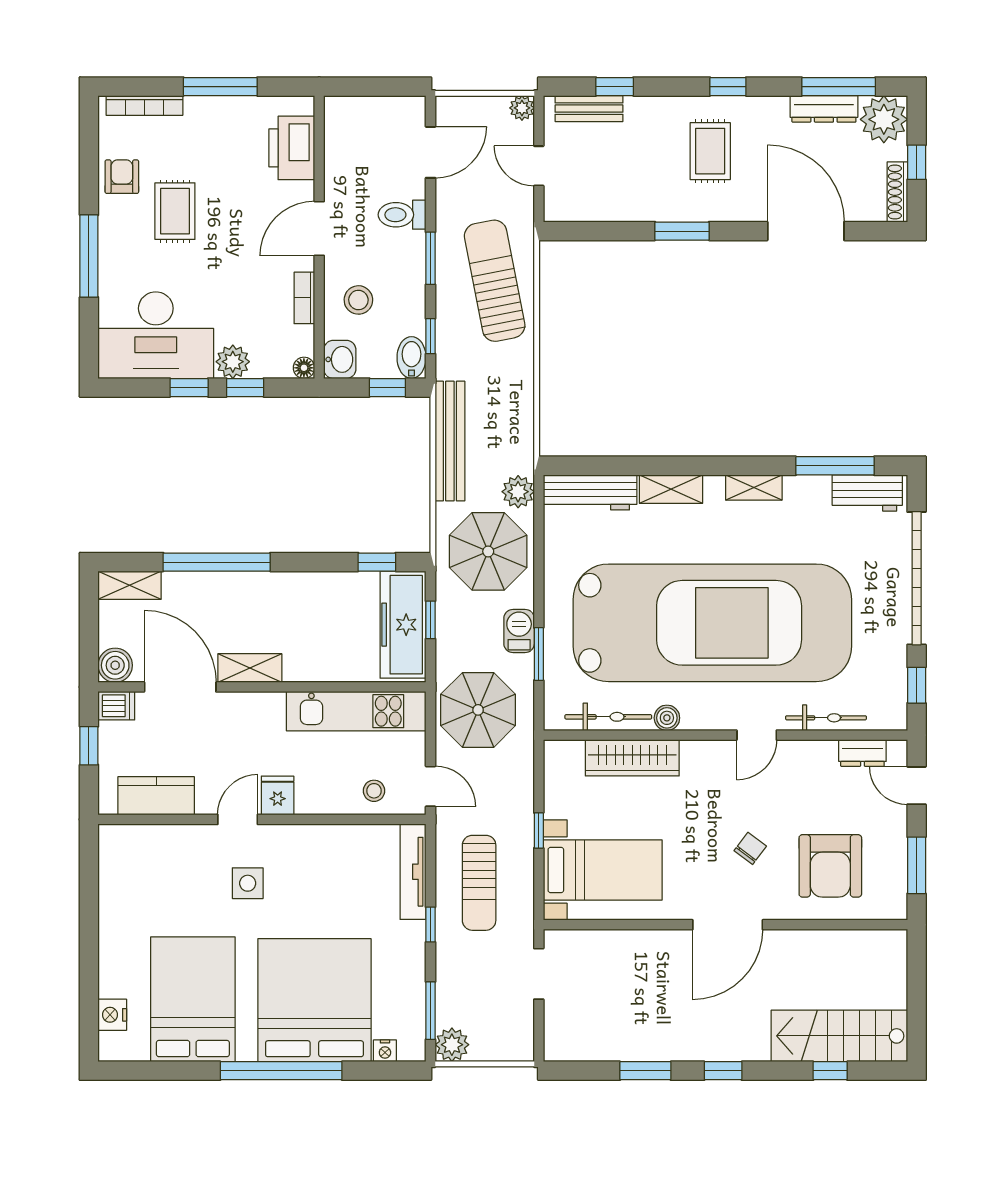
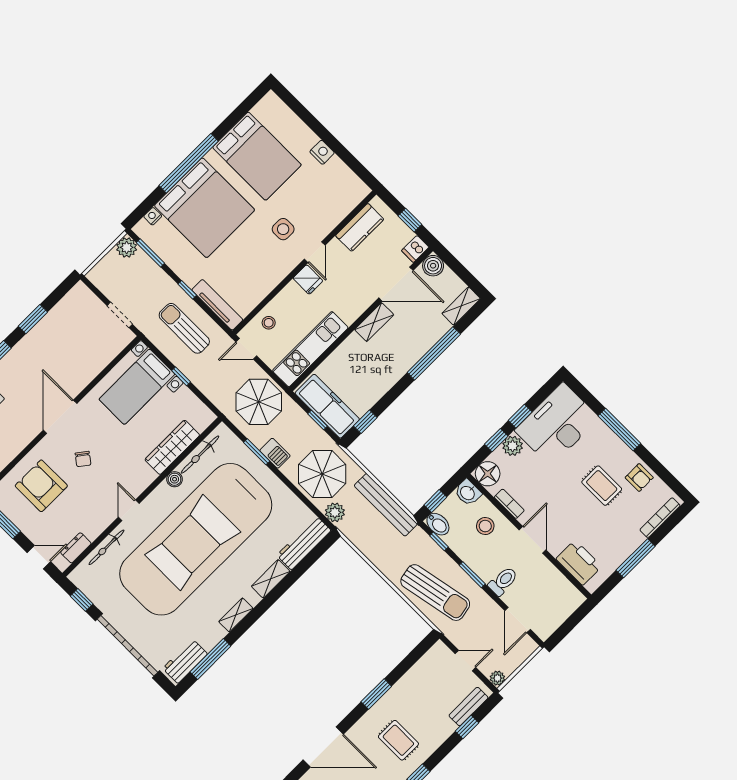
floor lamp: (304, 368) -> (488, 474), width x1.89, depth x1.89
nightstand: (112, 1015) -> (322, 152), moved

